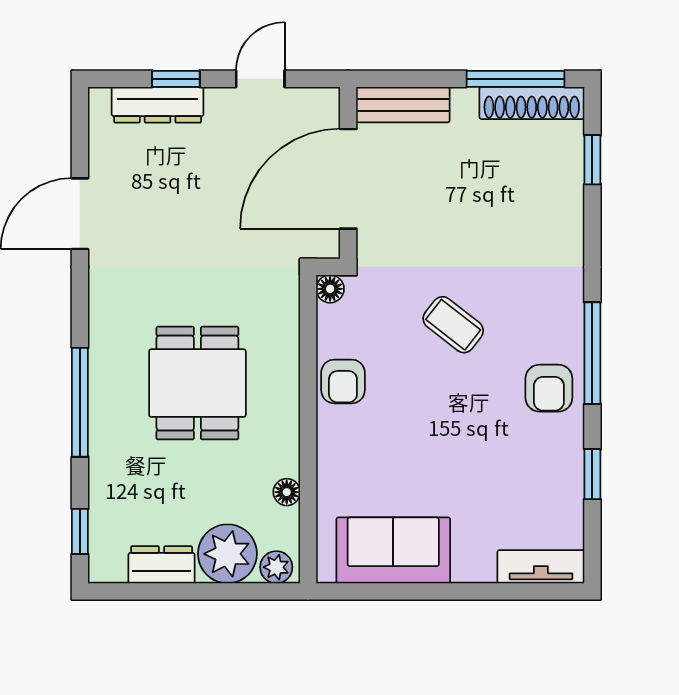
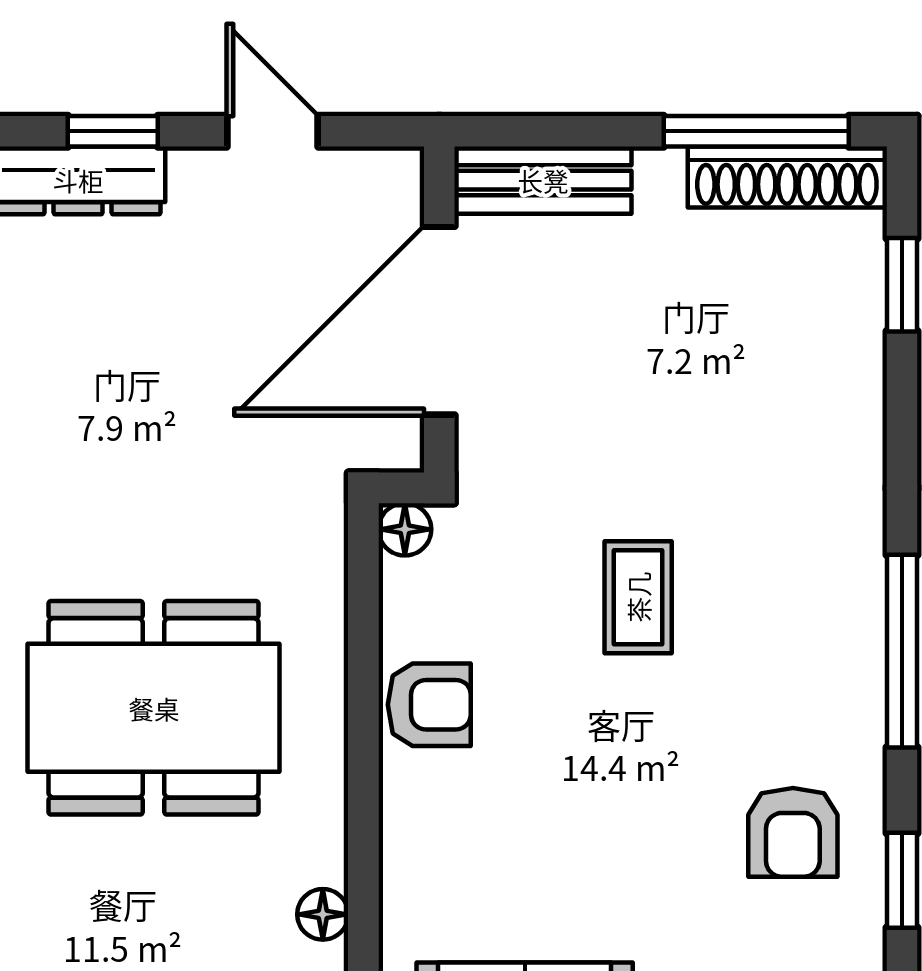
door: (260, 79) -> (272, 131), hinge flipped
coffee table: (453, 325) -> (638, 597), turned 52
armchair: (343, 381) -> (429, 705), turned -90
dining table: (197, 383) -> (154, 708), width x1.38
armchair: (549, 388) -> (793, 832), moved

